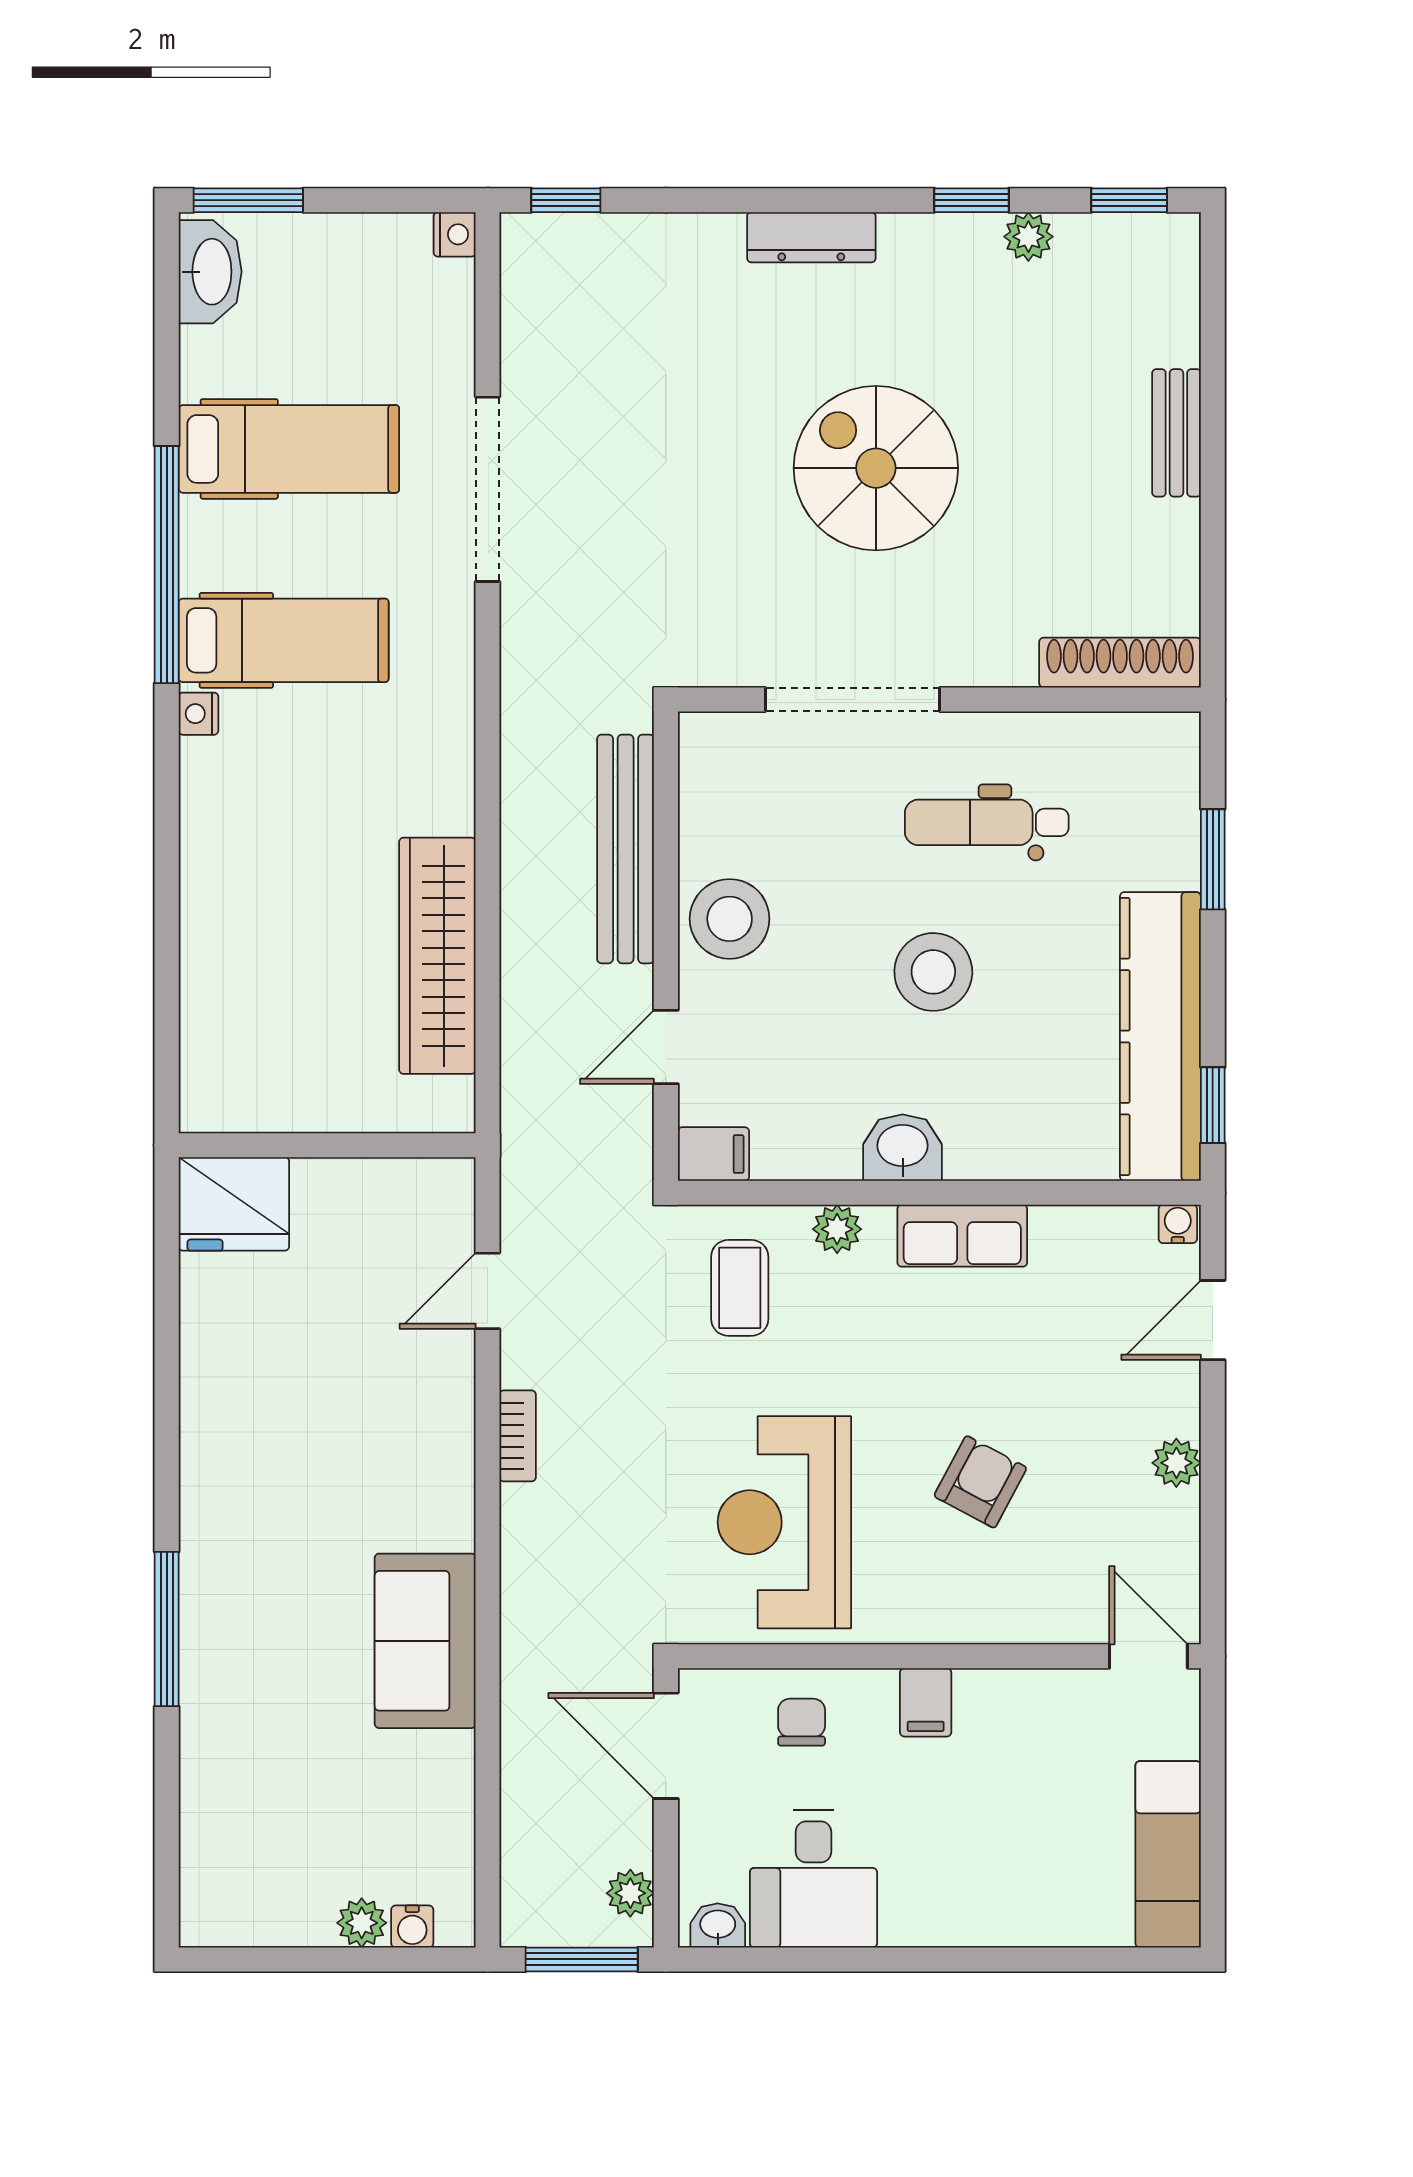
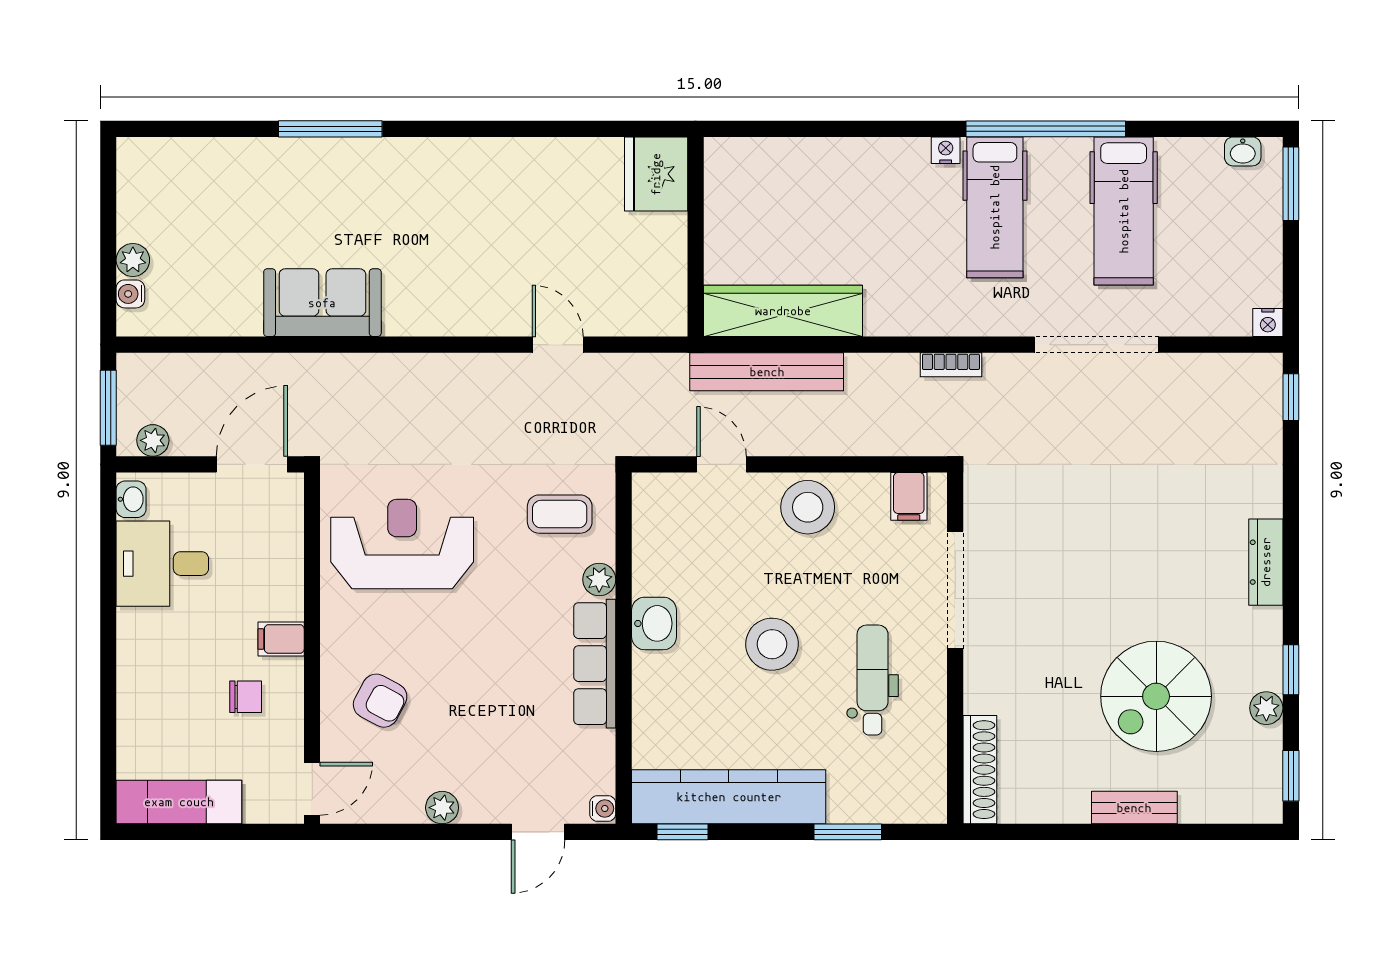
washbasin: (210, 272) -> (1243, 151), width x0.52, depth x0.69
spiral stairs: (876, 468) -> (1156, 696), moved, turned 180
bench: (626, 849) -> (767, 372), moved
wall: (327, 1145) -> (696, 237), moved
filing cabinet: (713, 1154) -> (909, 496), moved
fridge: (234, 1204) -> (656, 174), moved
row of seats: (962, 1236) -> (595, 664), width x1.48
door: (1213, 1320) -> (538, 832), swing flipped
bookcase: (518, 1436) -> (951, 365), moved
armchair: (980, 1482) -> (380, 701), moved
chair: (802, 1722) -> (246, 697), moved

